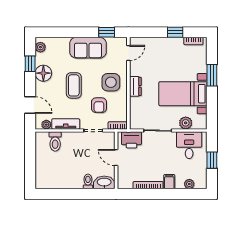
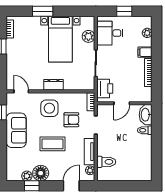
plant: (40, 47) -> (27, 176), moved

